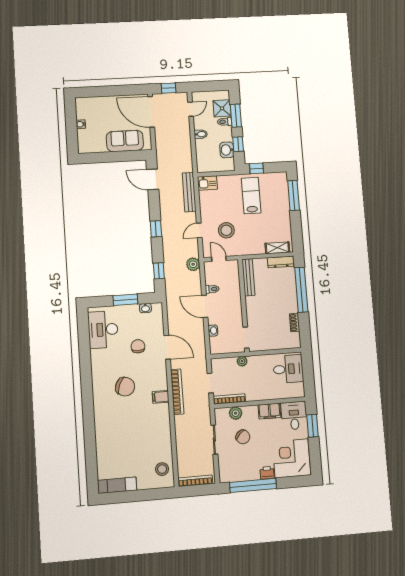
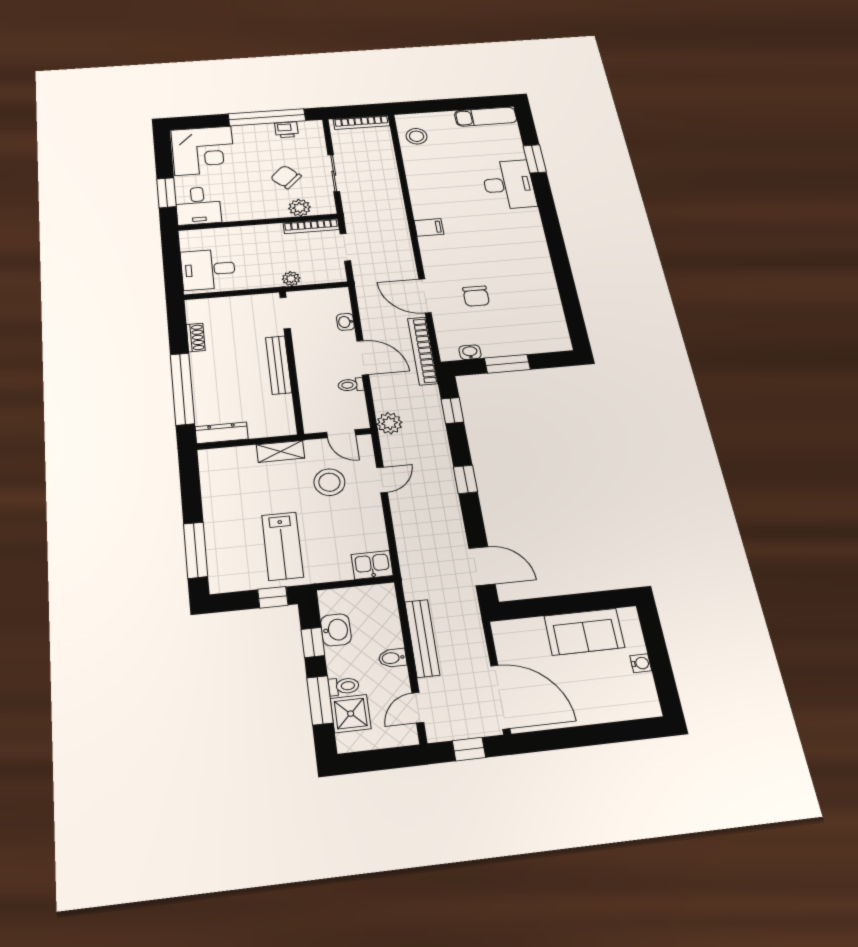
sofa: (125, 141) -> (584, 632), moved
bench: (189, 192) -> (422, 638), moved
shelving: (277, 248) -> (280, 451), moved
bench: (248, 277) -> (279, 365), moved
desk: (103, 330) -> (509, 184), moved
chair: (125, 387) -> (491, 240), removed
bookcase: (177, 392) -> (423, 351), moved
filing cabinet: (269, 411) -> (241, 211), removed
window: (90, 450) -> (535, 159), added
printer: (267, 473) -> (287, 130), moved

